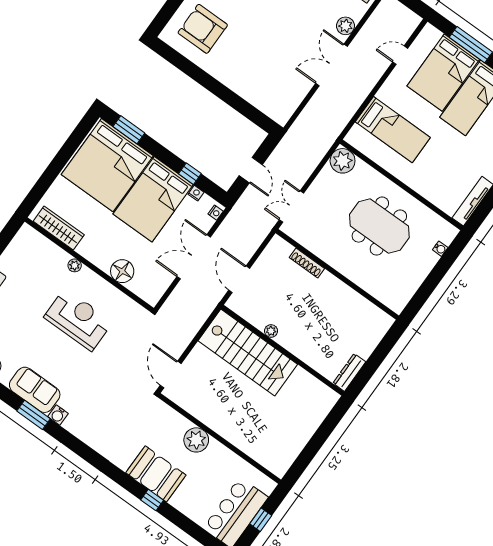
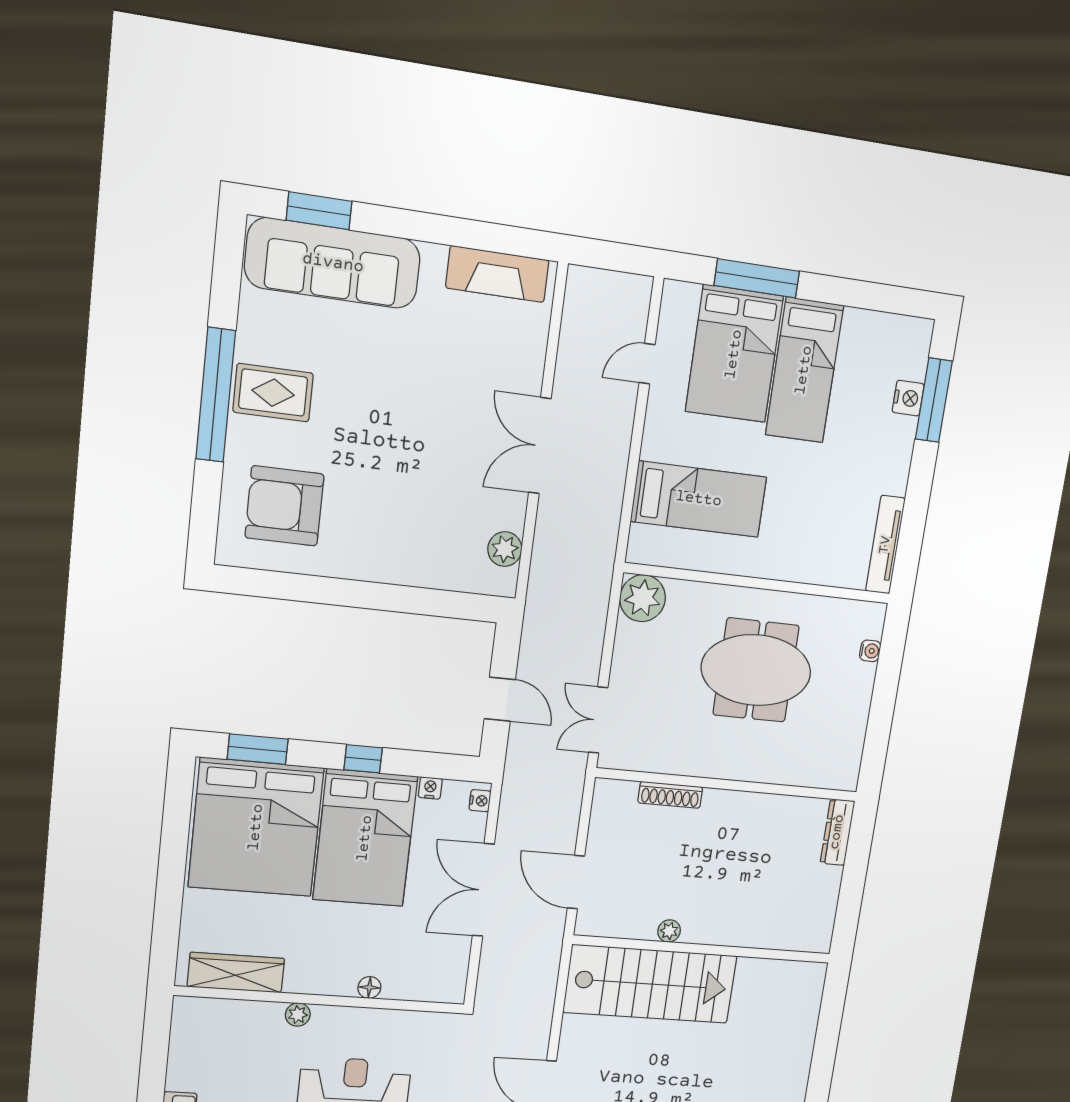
plant: (345, 26) -> (505, 549), moved
window: (190, 174) -> (363, 759), moved
floor lamp: (122, 271) -> (369, 987), width x0.53, depth x0.53
dresser: (349, 372) -> (837, 832), moved

